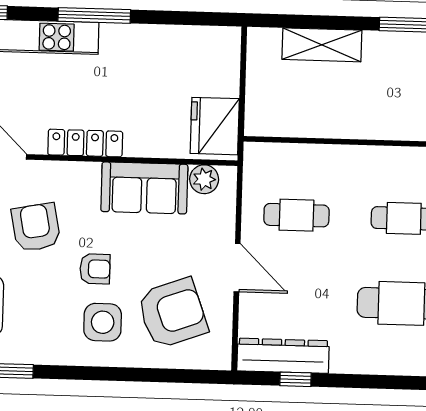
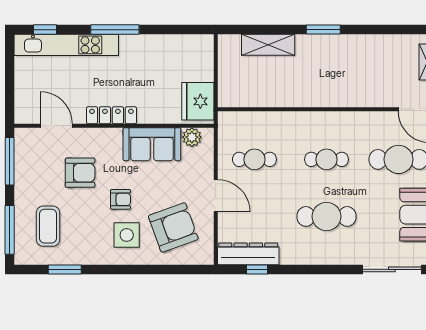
armchair: (36, 227) -> (80, 173), turned 101

